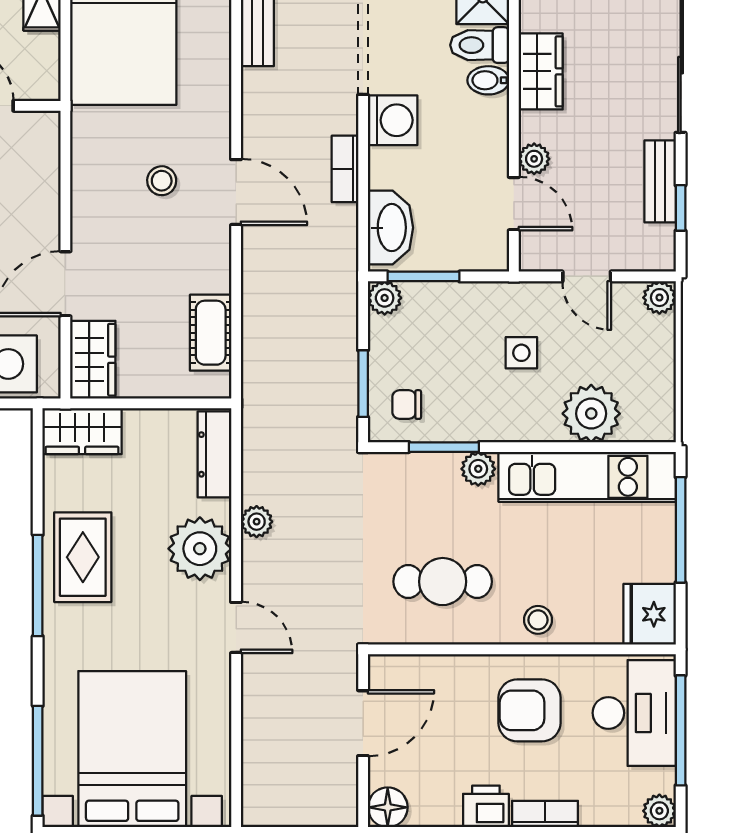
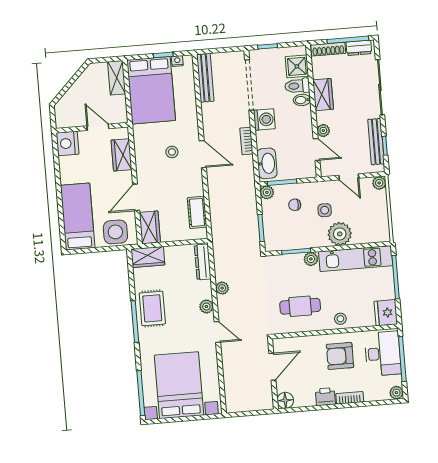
wardrobe: (39, 178) -> (122, 155), added
bench: (660, 181) -> (376, 142), width x1.36
chair: (407, 405) -> (295, 205), moved
plant: (591, 414) -> (340, 234), moved
plant: (200, 549) -> (206, 306), width x0.53, depth x0.53

